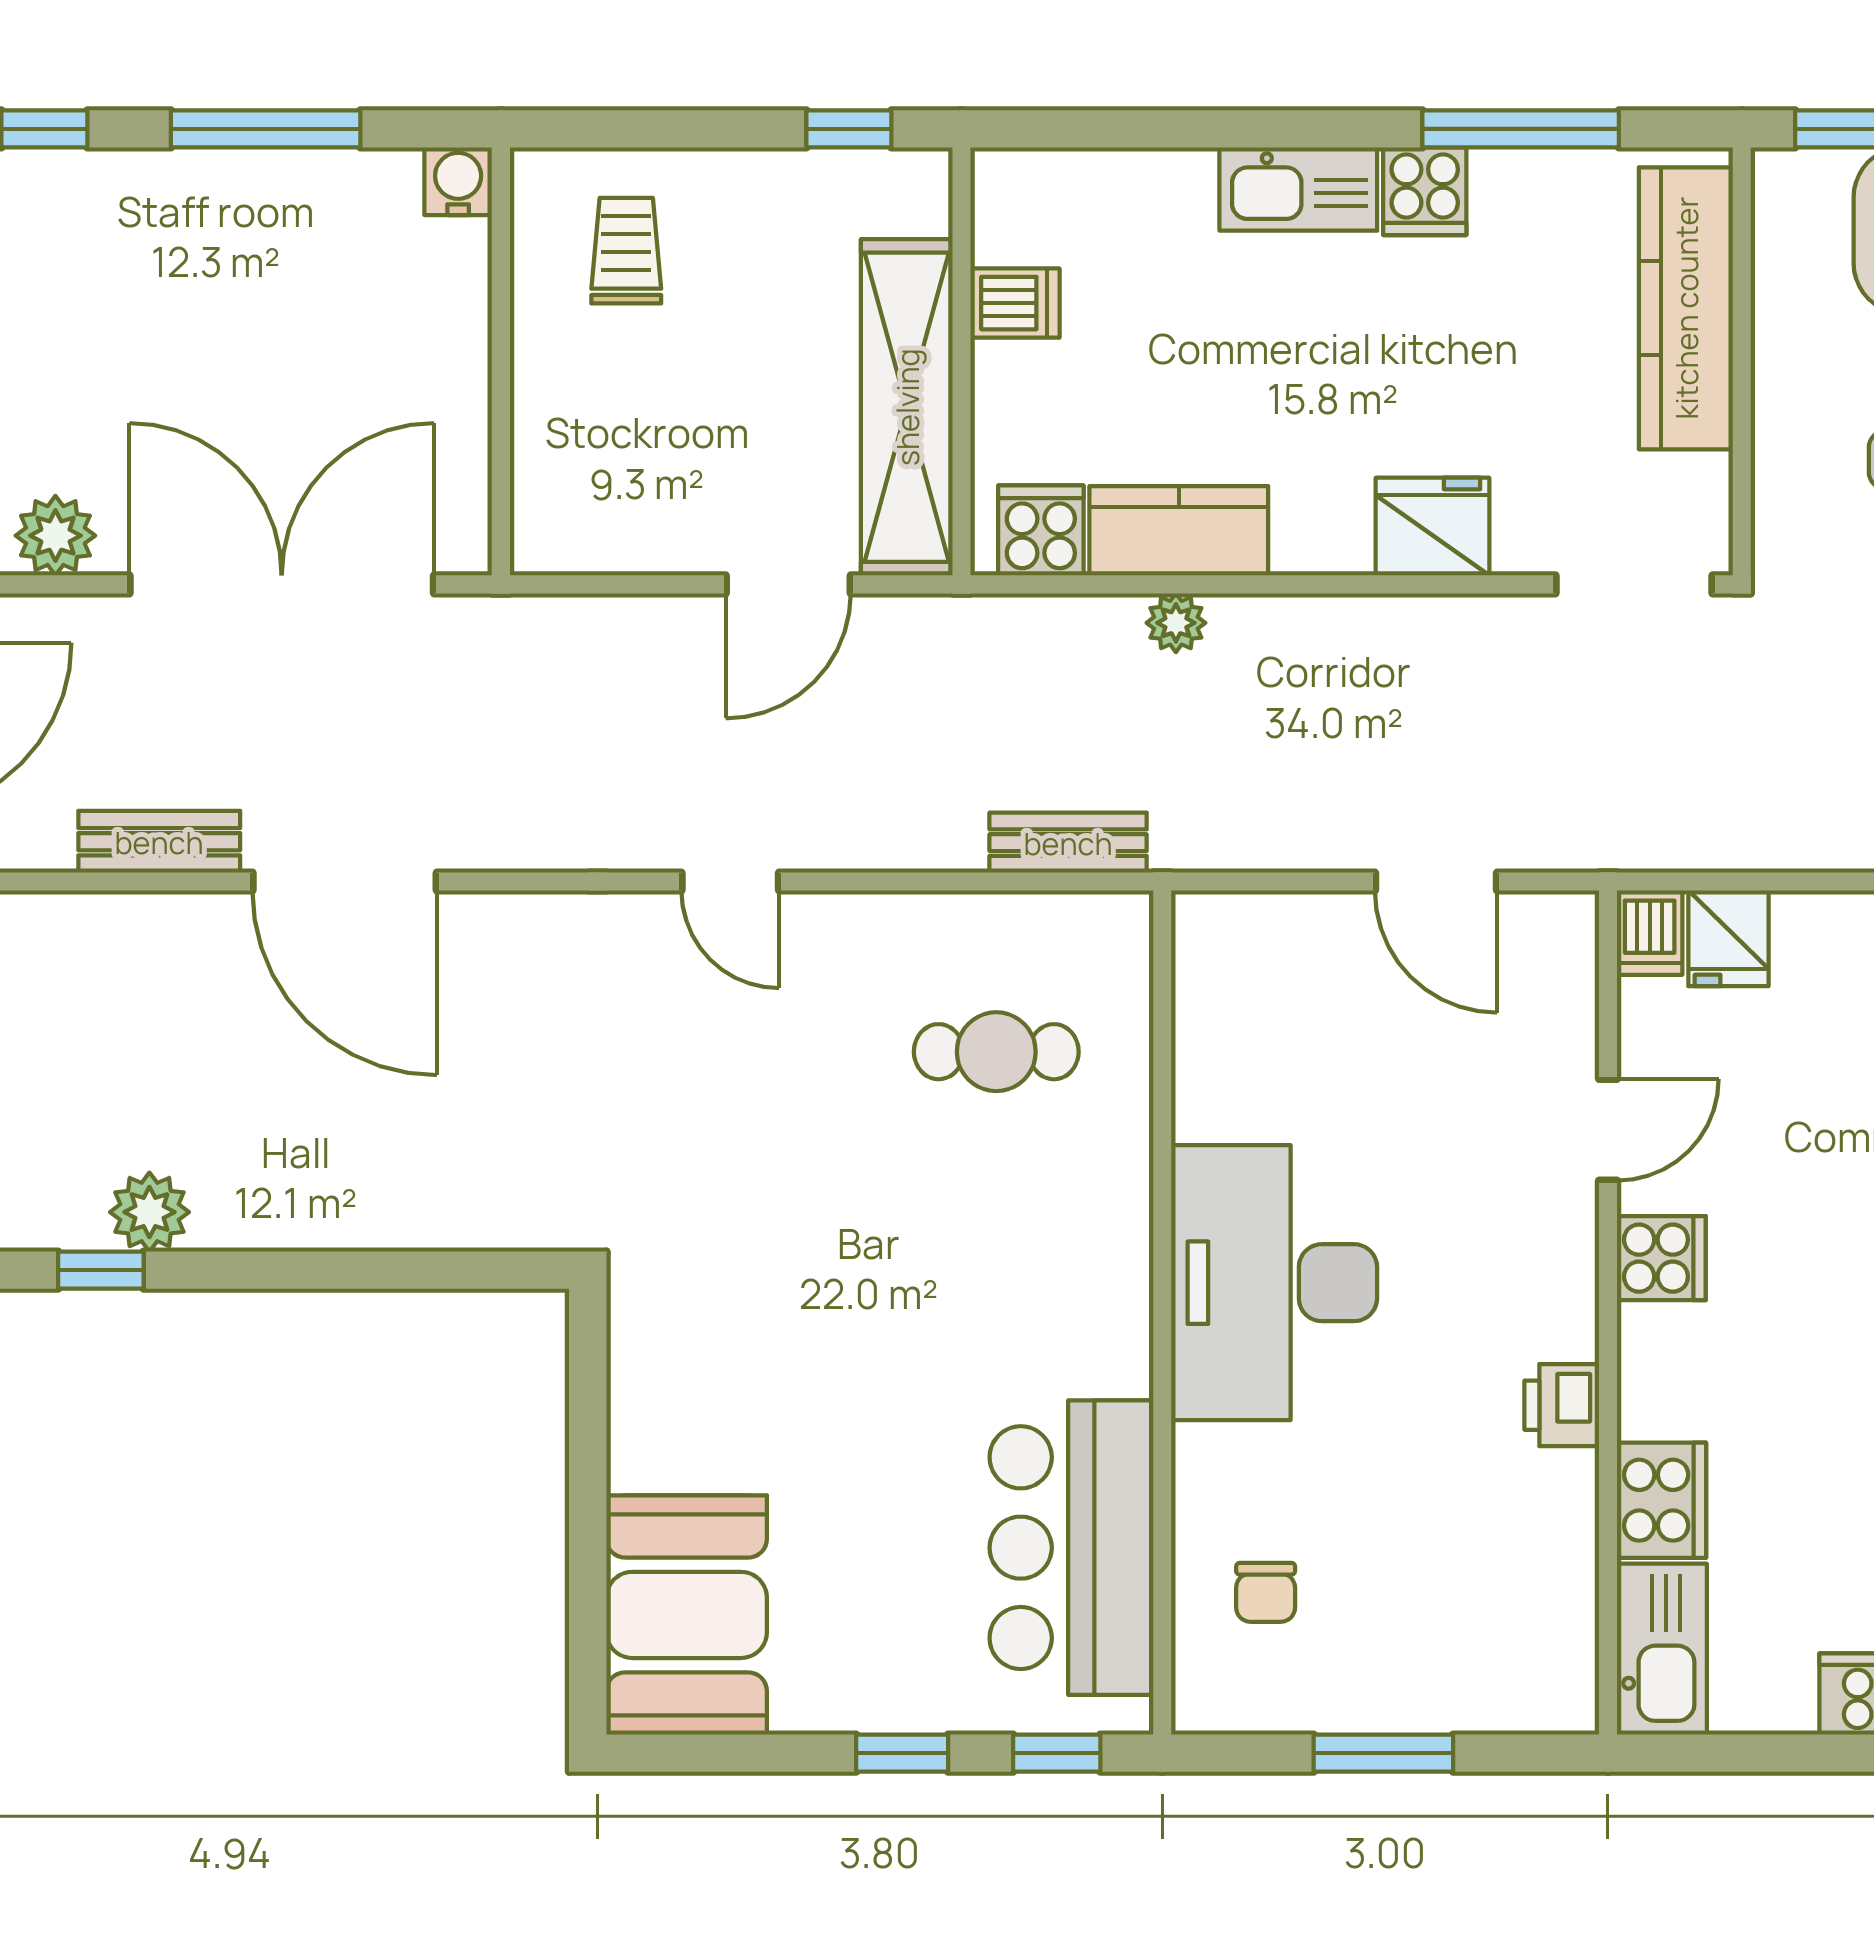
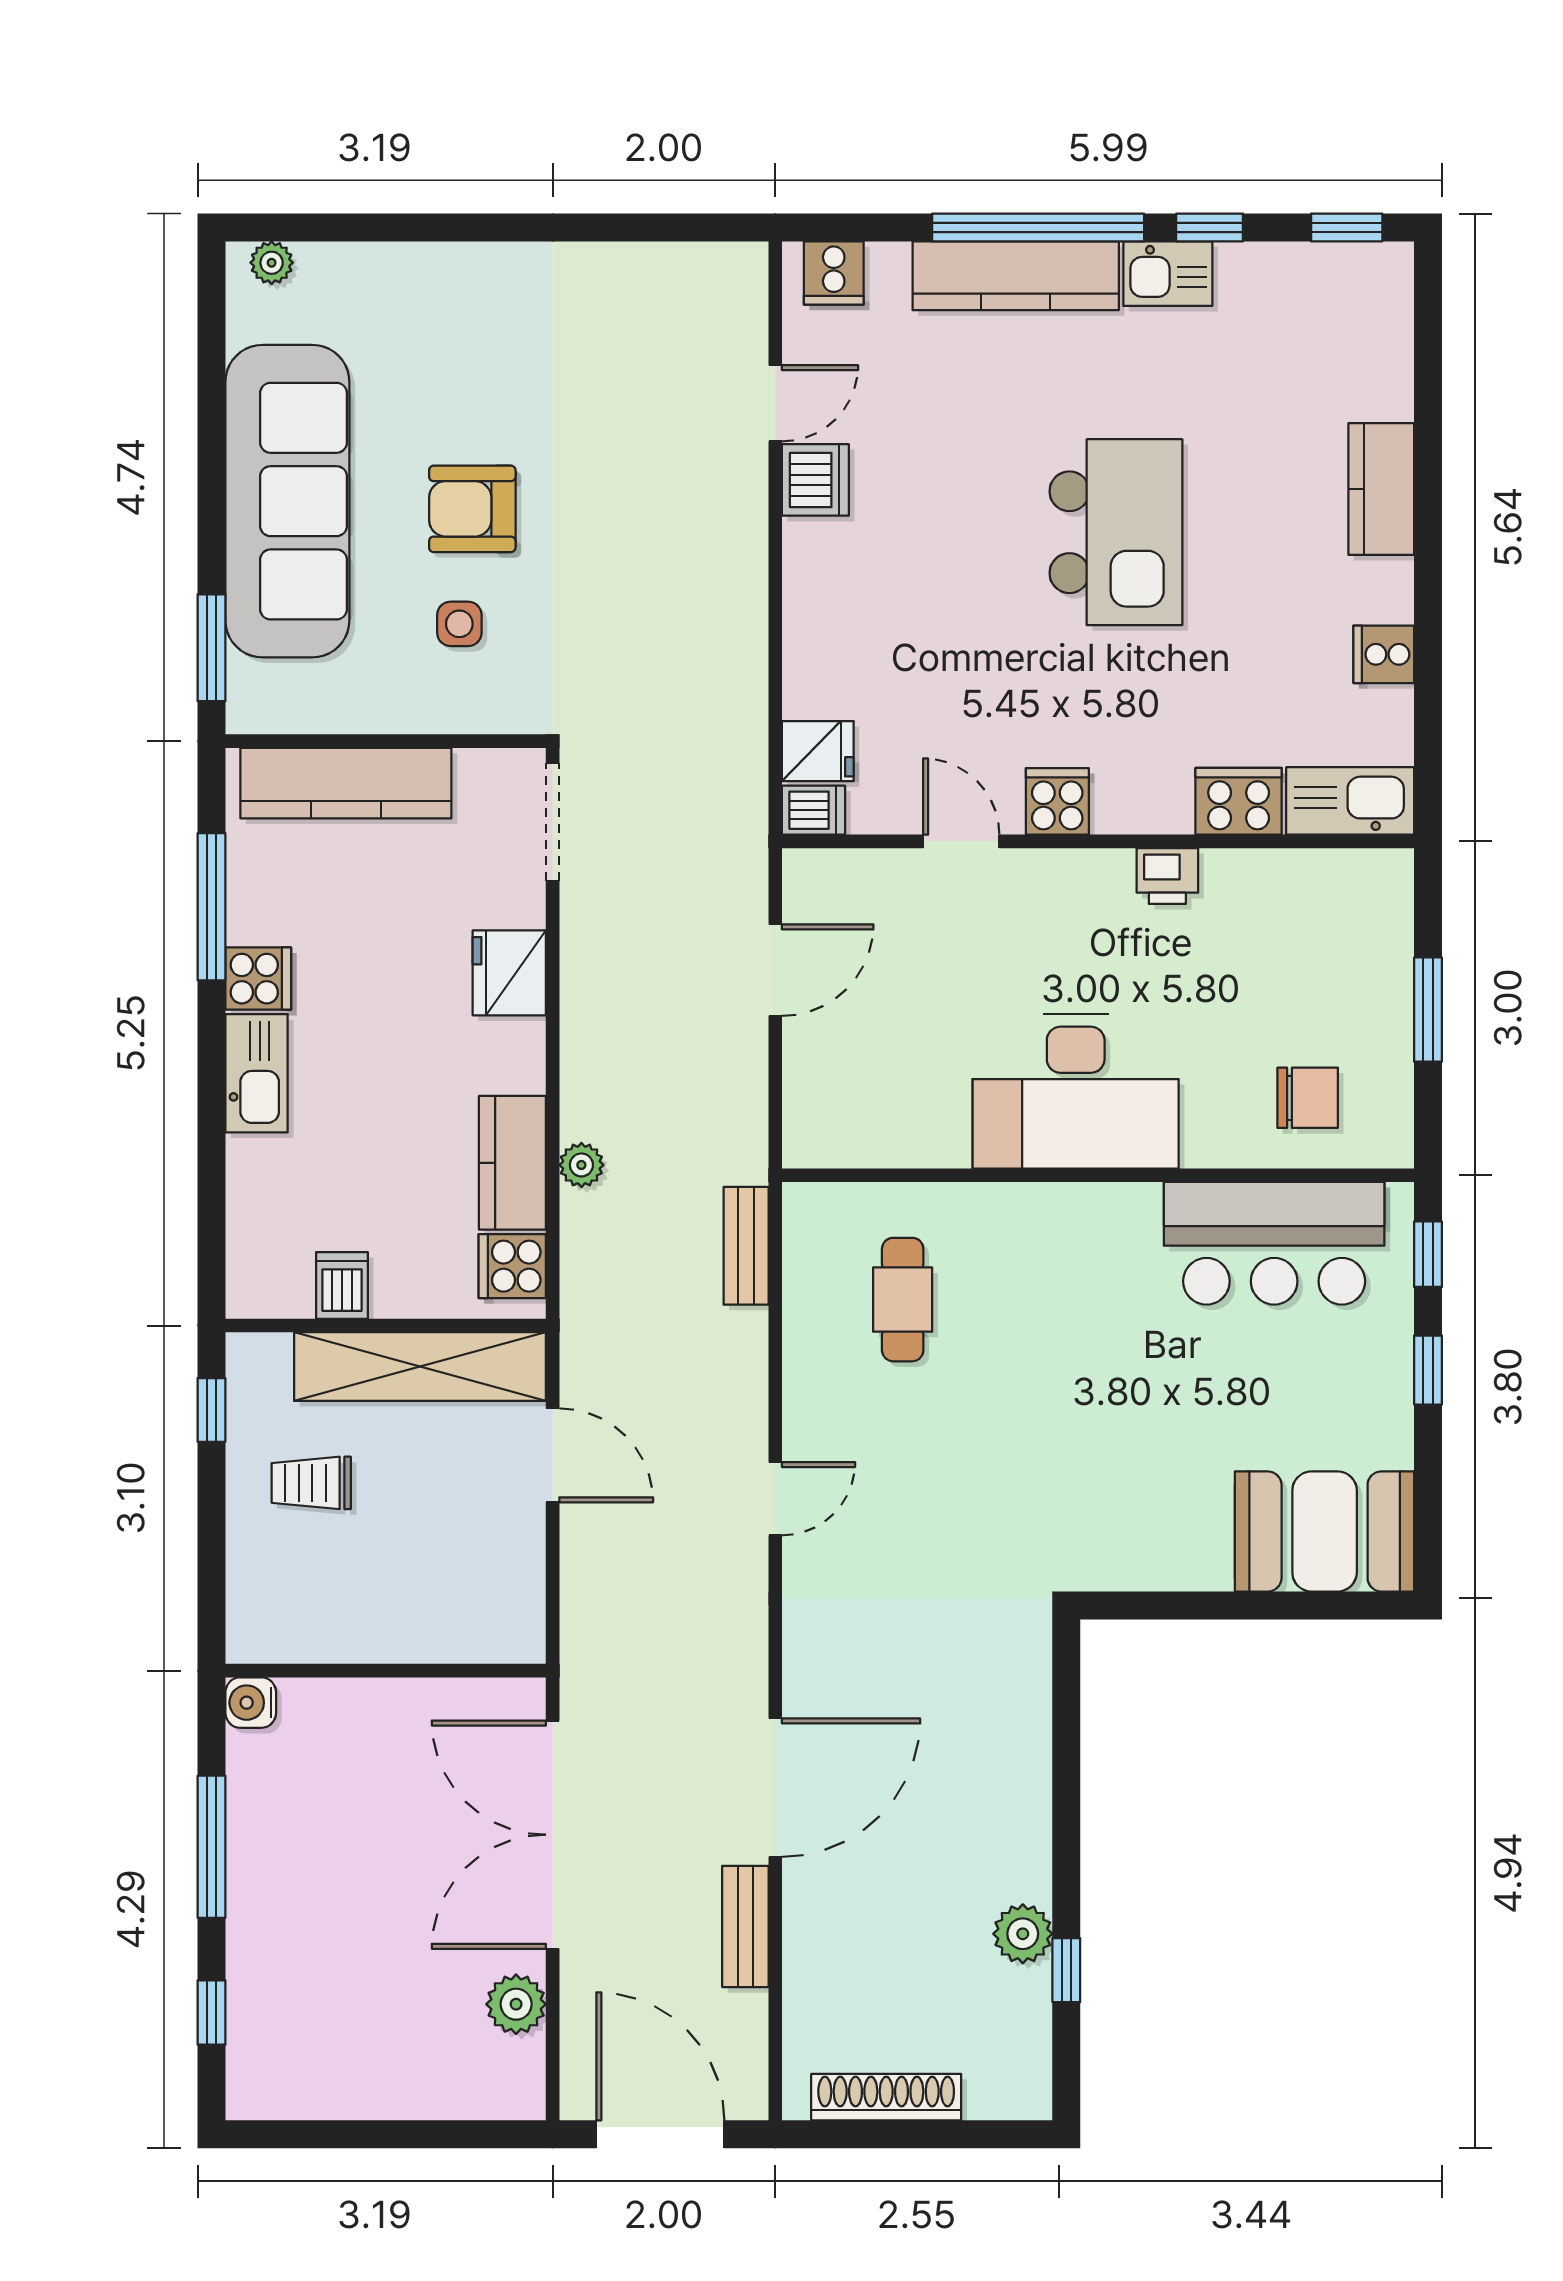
trolley: (626, 251) -> (311, 1483), moved
chair: (1266, 1592) -> (1308, 1098), width x1.37, depth x1.37

